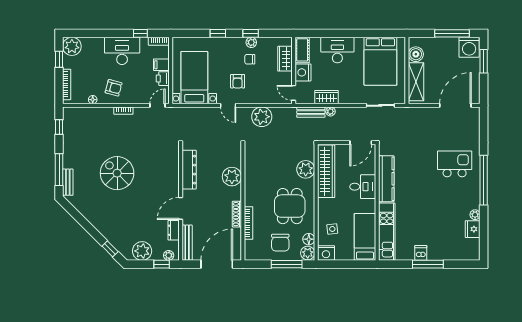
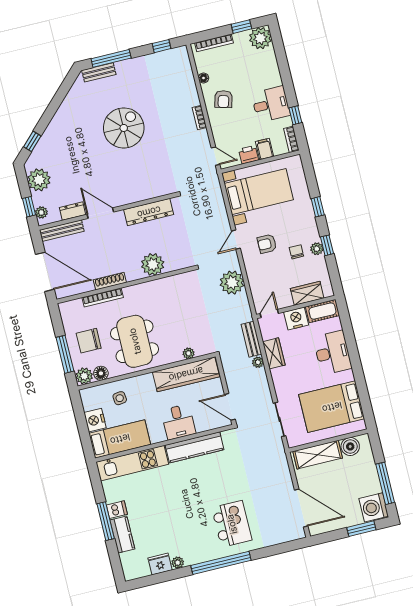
desk: (122, 51) -> (271, 104), width x0.73
plant: (306, 169) -> (189, 353), width x0.53, depth x0.53
dining table: (290, 206) -> (135, 341), width x1.38
nightstand: (326, 253) -> (95, 420), moved
kitchen counter: (442, 253) -> (122, 534), added

